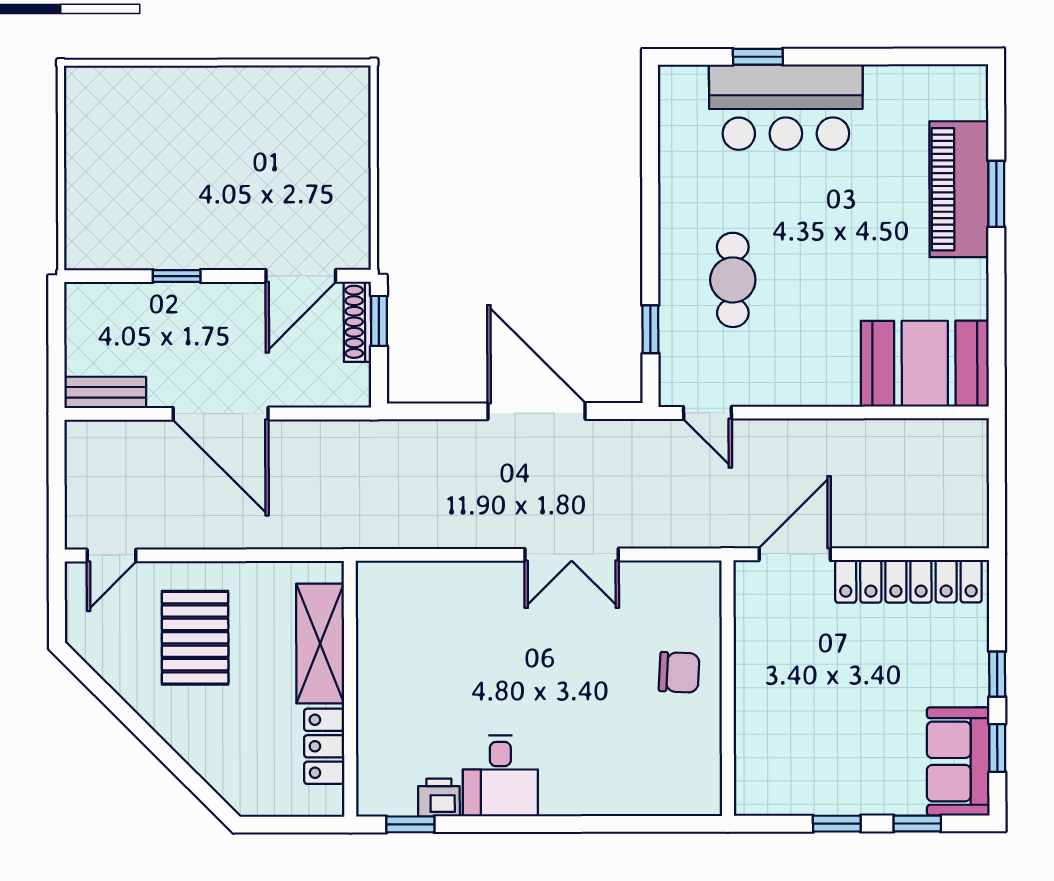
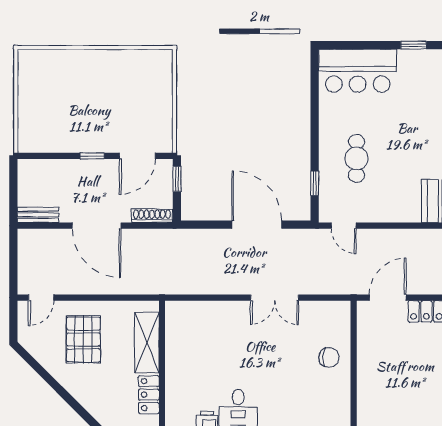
window: (758, 57) -> (414, 45), moved
bar counter: (786, 107) -> (358, 71), moved
window: (177, 276) -> (92, 156), moved
shoe rack: (357, 322) -> (152, 216), moved, turned 90

